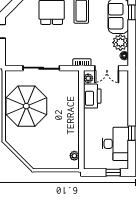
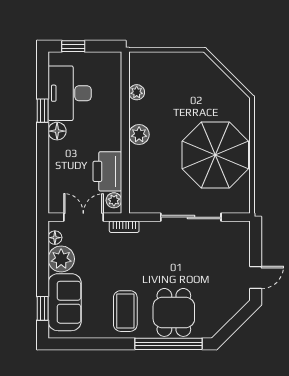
plant: (73, 119) -> (139, 135), added
floor lamp: (123, 121) -> (57, 131), added
plant: (74, 156) -> (137, 92), moved

